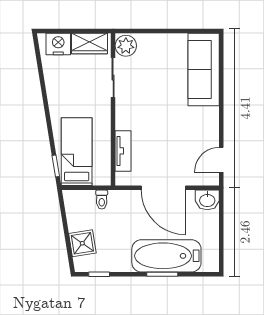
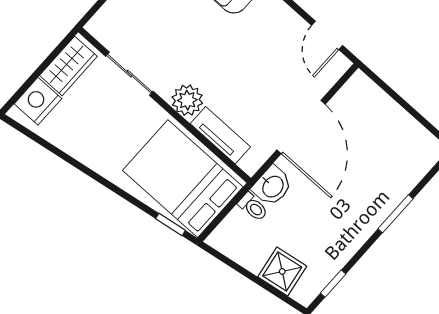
plant: (126, 46) -> (187, 100), moved
bed: (77, 152) -> (183, 179), width x1.50
door: (163, 188) -> (301, 127), hinge flipped
washbasin: (207, 200) -> (272, 186), moved
bathtub: (166, 256) -> (379, 191), removed

